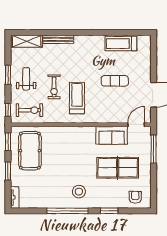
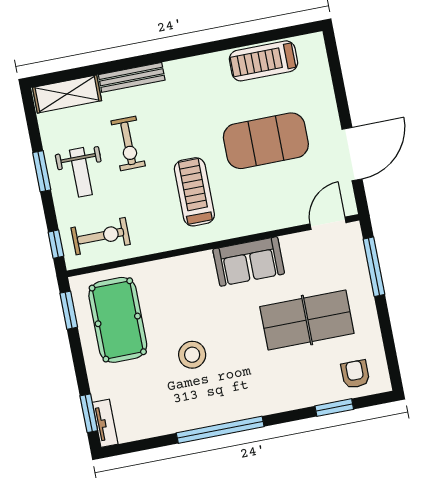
weight bench: (26, 79) -> (81, 172), turned 180
exercise mat: (115, 81) -> (266, 141), width x2.00, depth x1.45
exercise bike: (54, 87) -> (128, 143), moved
sofa: (112, 135) -> (249, 261), moved
window: (8, 171) -> (89, 413), moved
stool: (79, 192) -> (192, 355), moved
window: (109, 211) -> (334, 408), moved

